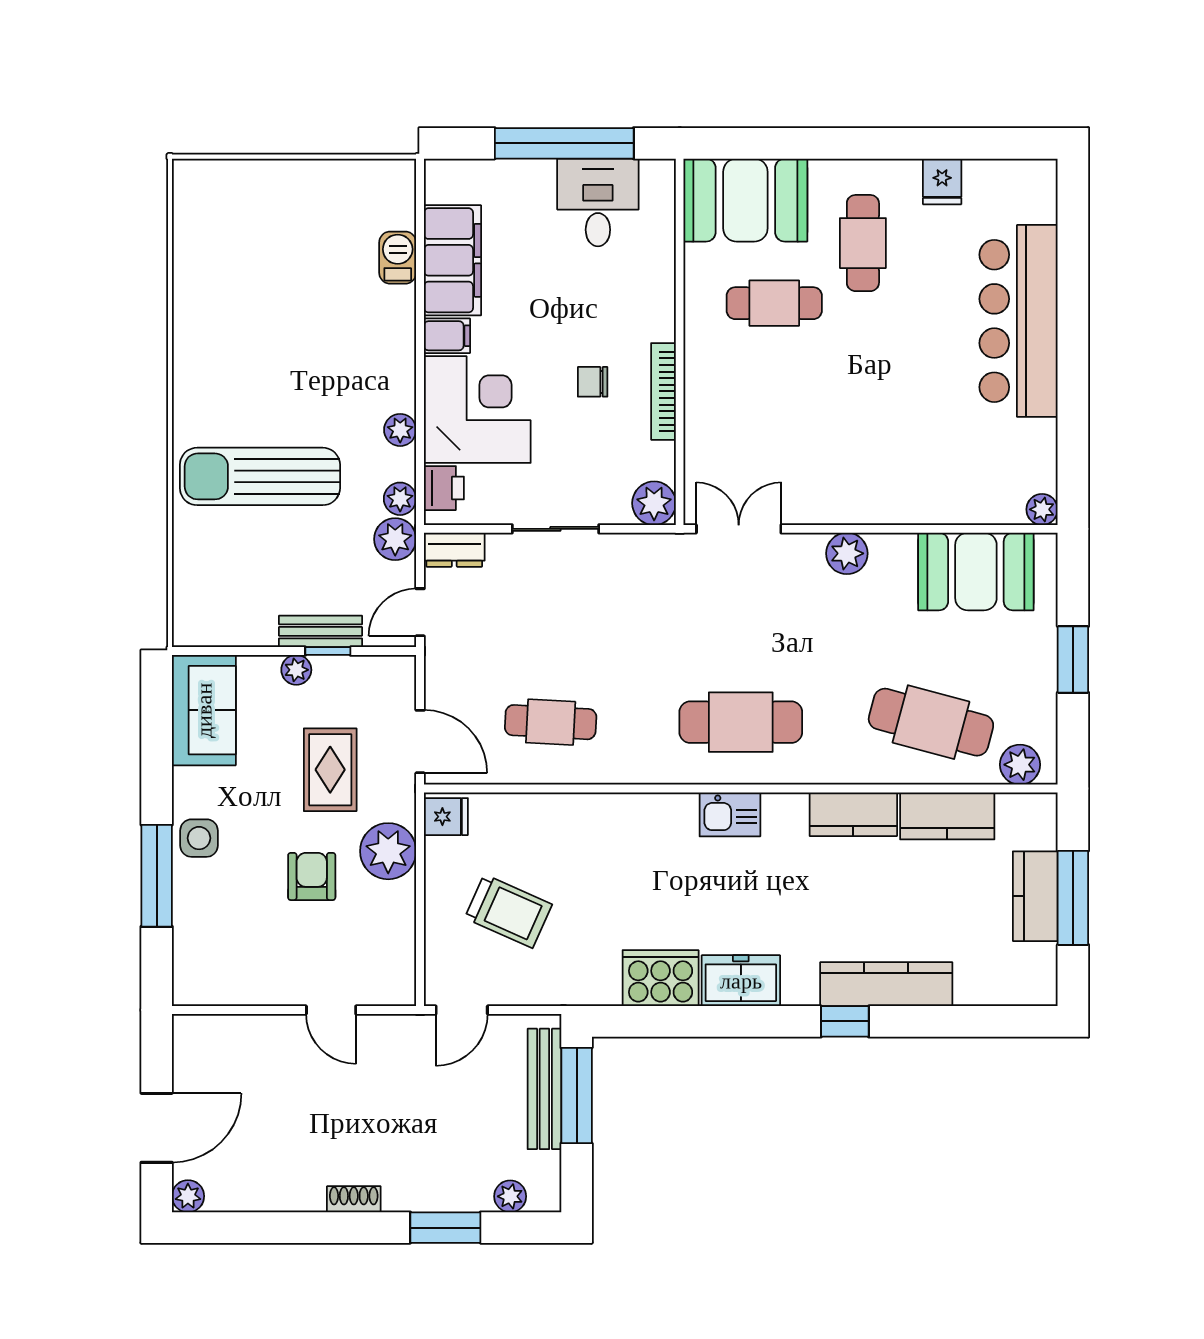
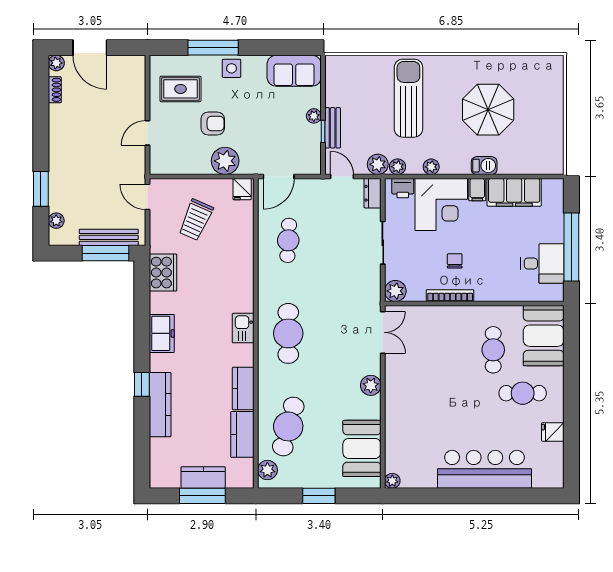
barbecue: (398, 258) -> (484, 166), moved
parasol: (283, 313) -> (488, 110), added
rug: (330, 770) -> (180, 89), moved
cooker: (661, 978) -> (163, 273), moved
shoe rack: (354, 1199) -> (55, 90), moved

